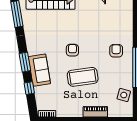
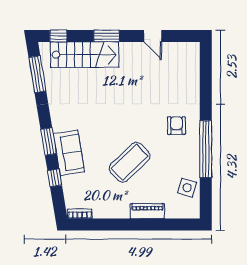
armchair: (72, 50) -> (115, 125), removed
coffee table: (83, 77) -> (130, 162), turned -36

